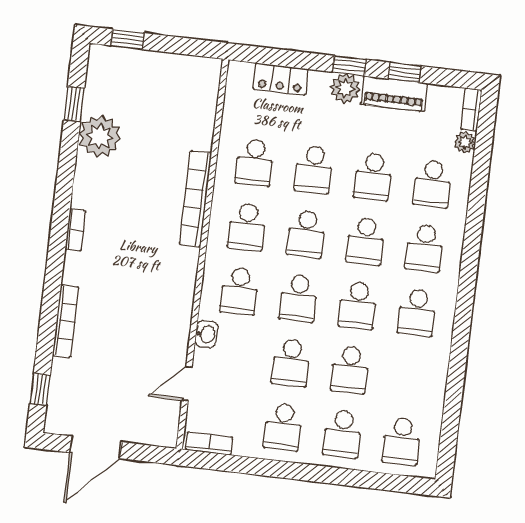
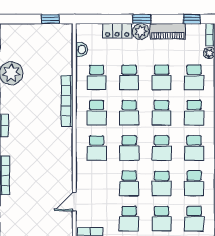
window: (127, 39) -> (50, 19), moved
window: (404, 72) -> (192, 19), moved
locker: (280, 79) -> (117, 31), moved
washbasin: (206, 334) -> (81, 49), moved
school desk: (409, 377) -> (194, 183), added

